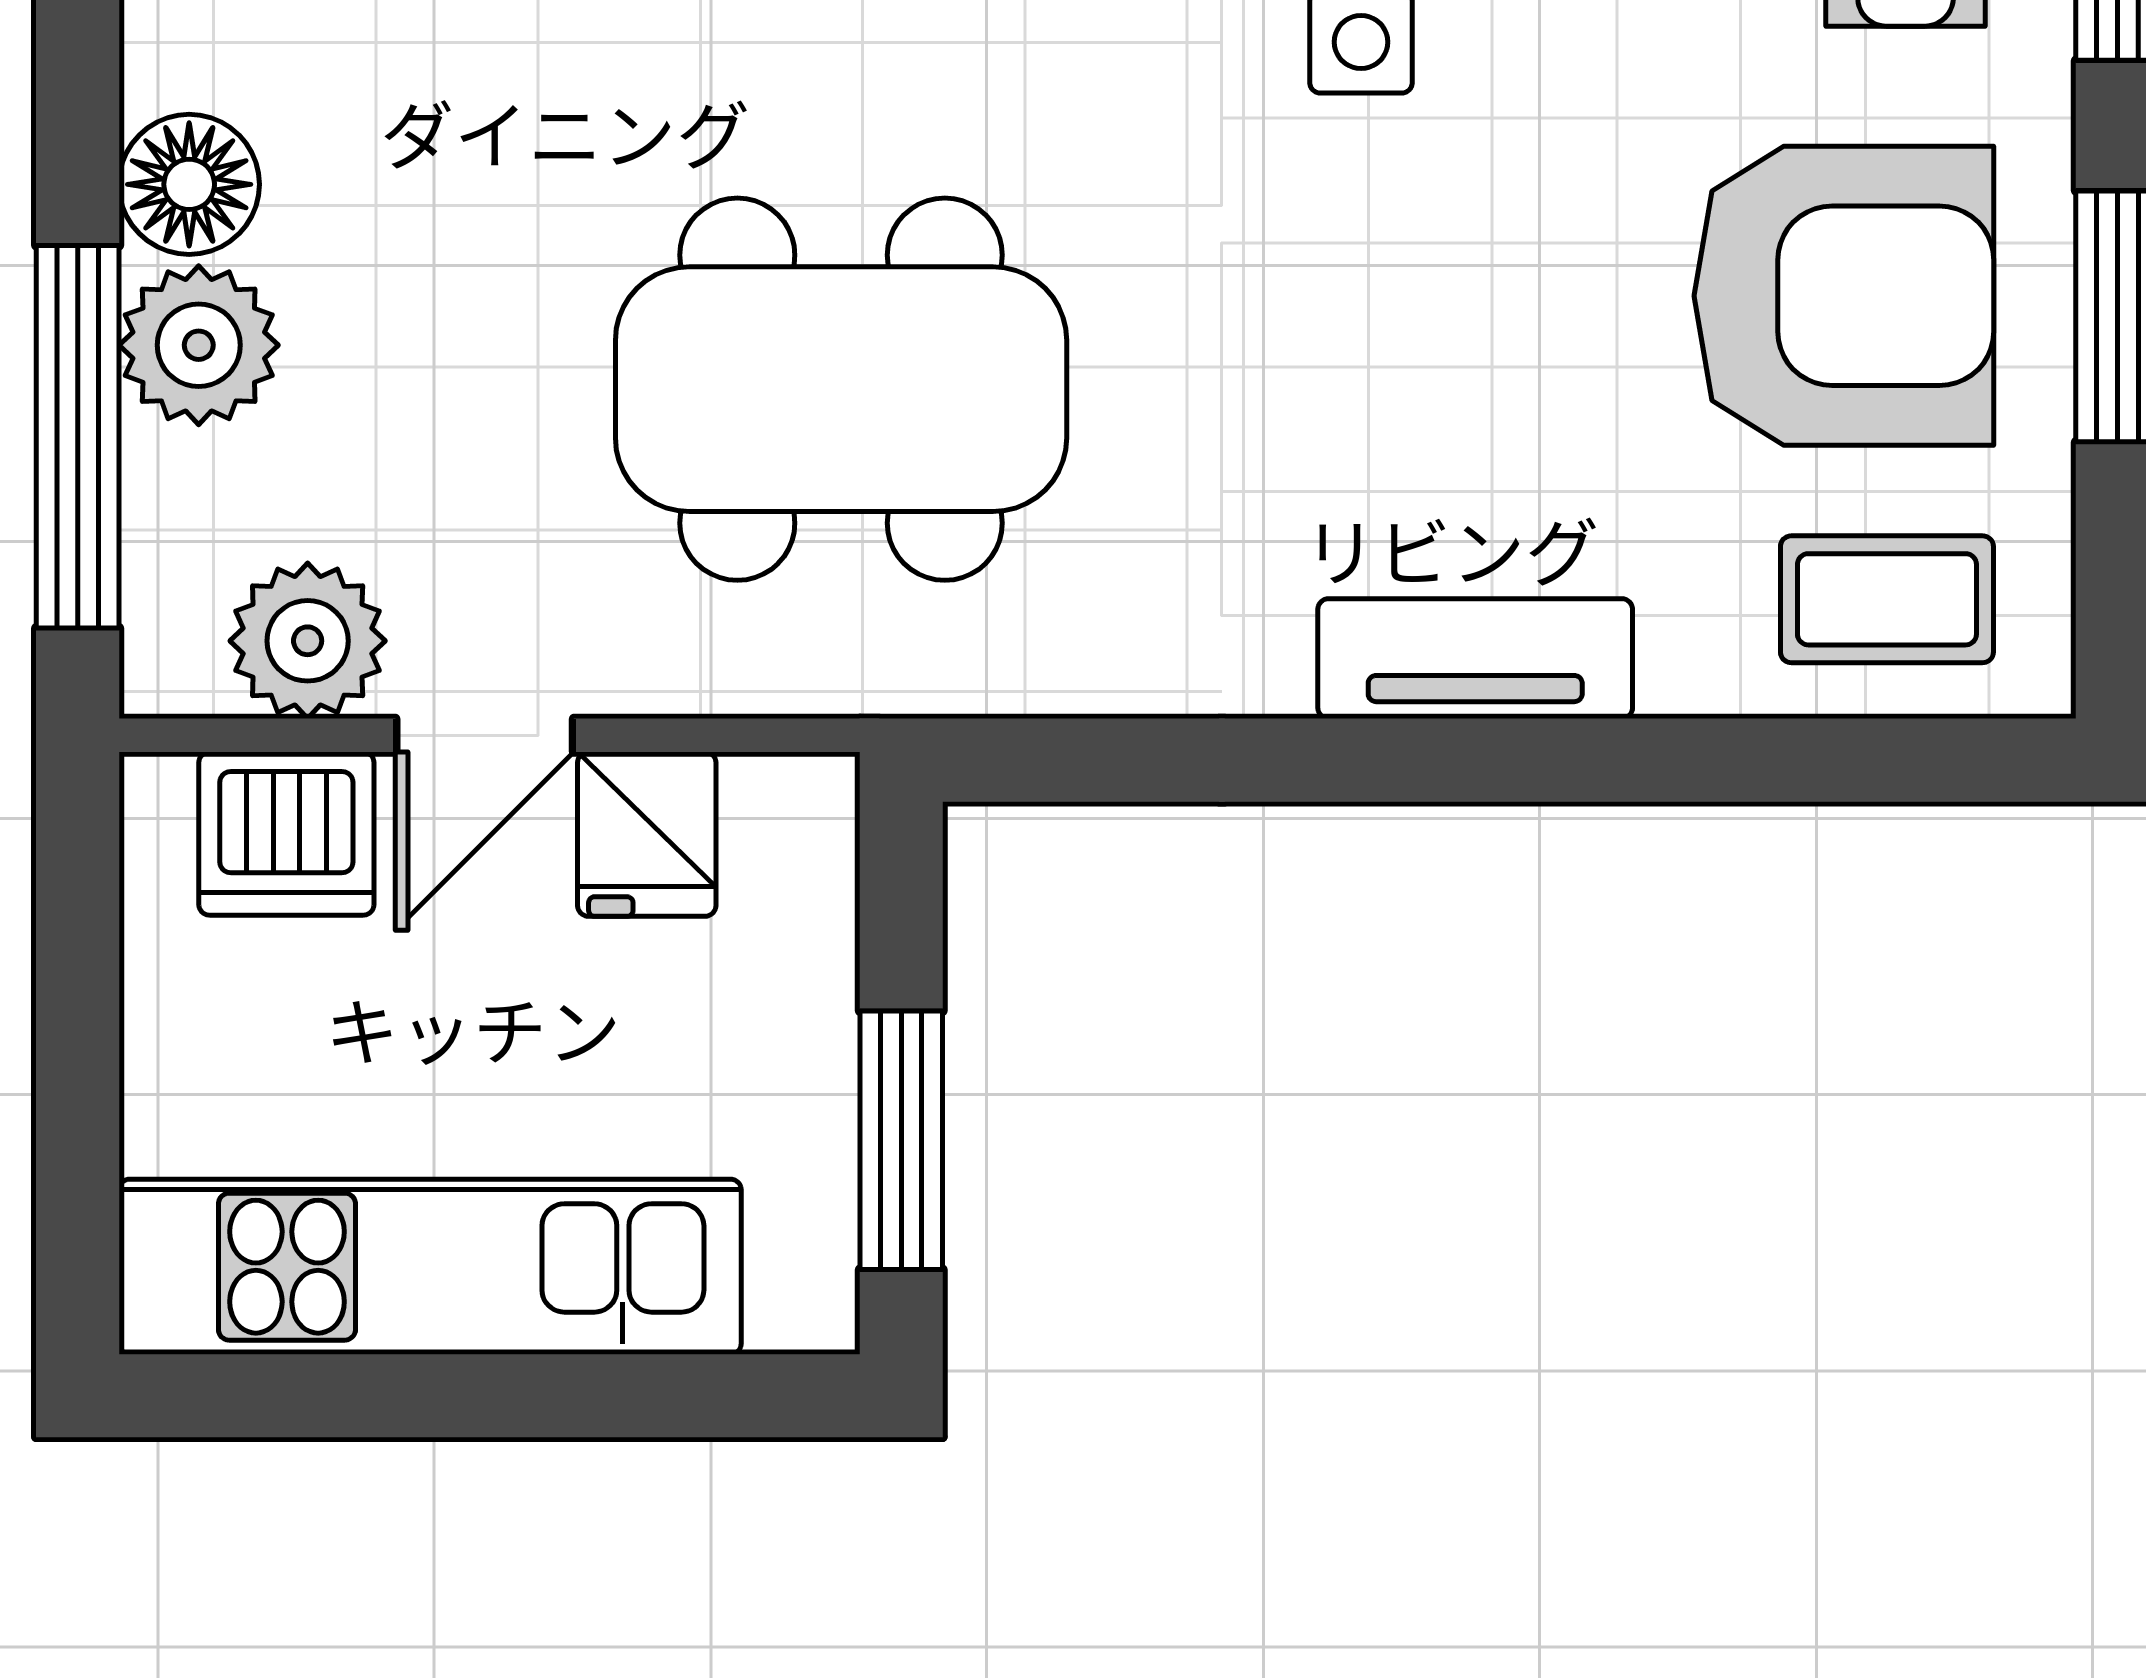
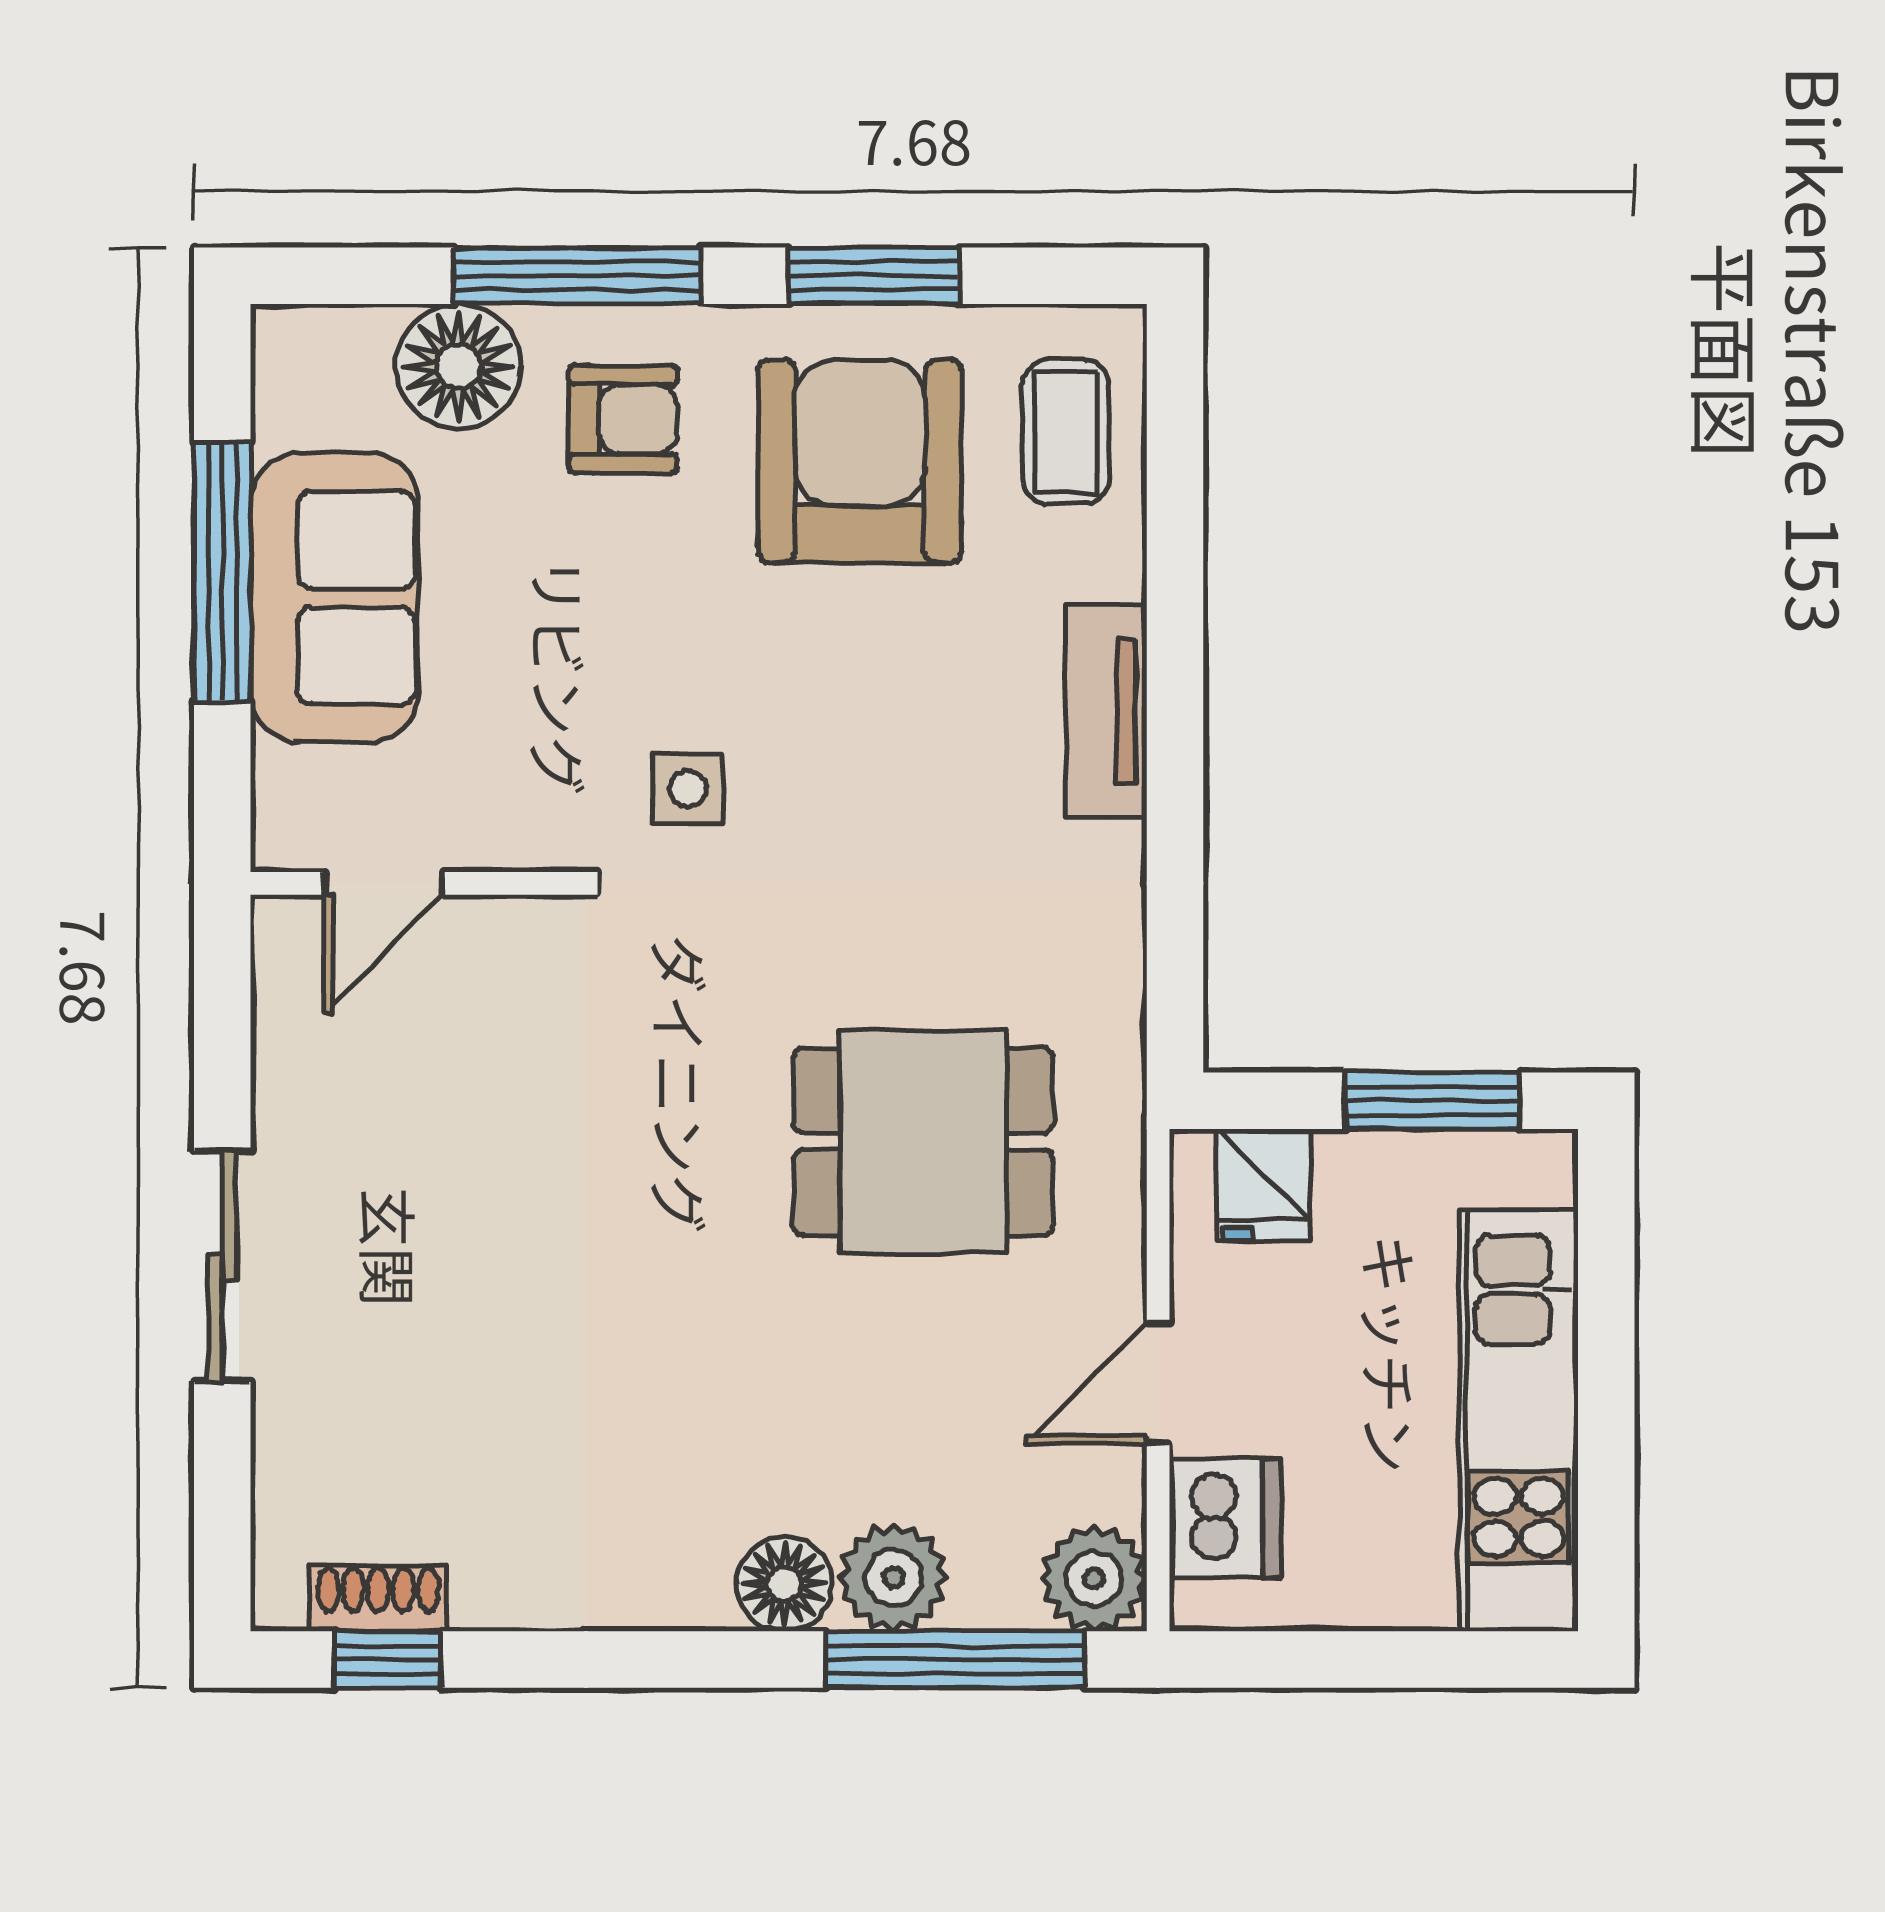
dining table: (841, 389) -> (923, 1142), width x0.73
plant: (308, 641) -> (1094, 1579), moved
door: (485, 735) -> (1158, 1383), swing flipped
fridge: (647, 834) -> (1263, 1185), moved, turned 90

